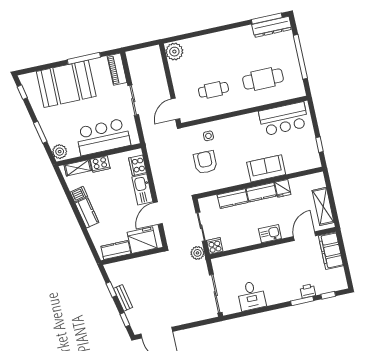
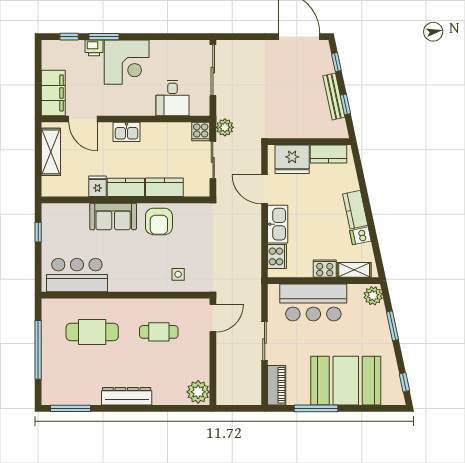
dresser: (272, 27) -> (127, 396), moved
armchair: (205, 162) -> (159, 221), moved
door: (158, 213) -> (265, 189), swing flipped
door: (305, 236) -> (83, 119), hinge flipped
corner desk: (281, 286) -> (127, 62), added
desk: (251, 296) -> (173, 98), moved, turned 180
bench: (123, 298) -> (334, 97), width x1.36

